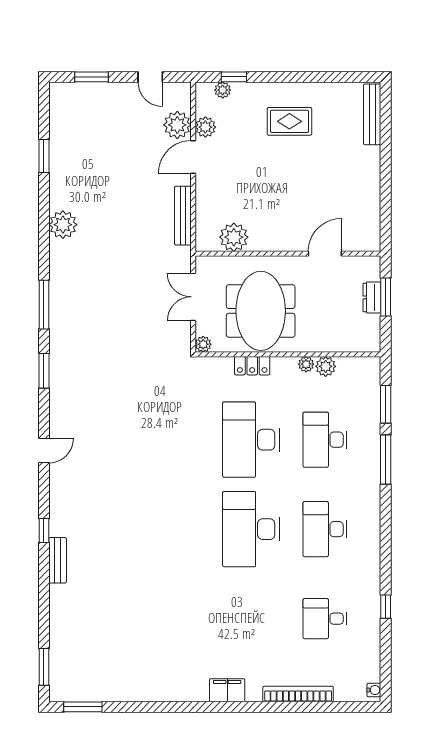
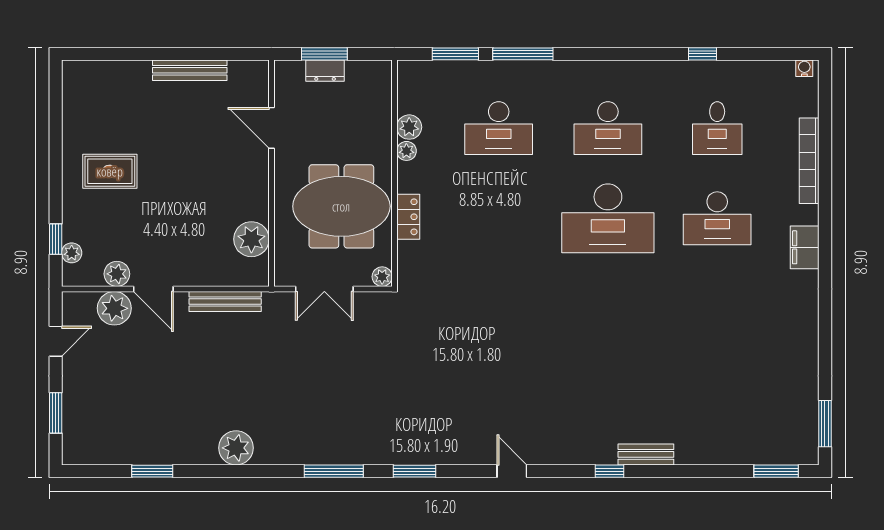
bench: (372, 114) -> (190, 70), moved
rug: (289, 121) -> (110, 171), turned 90
desk: (251, 440) -> (717, 218), moved, width x0.73, depth x0.77

